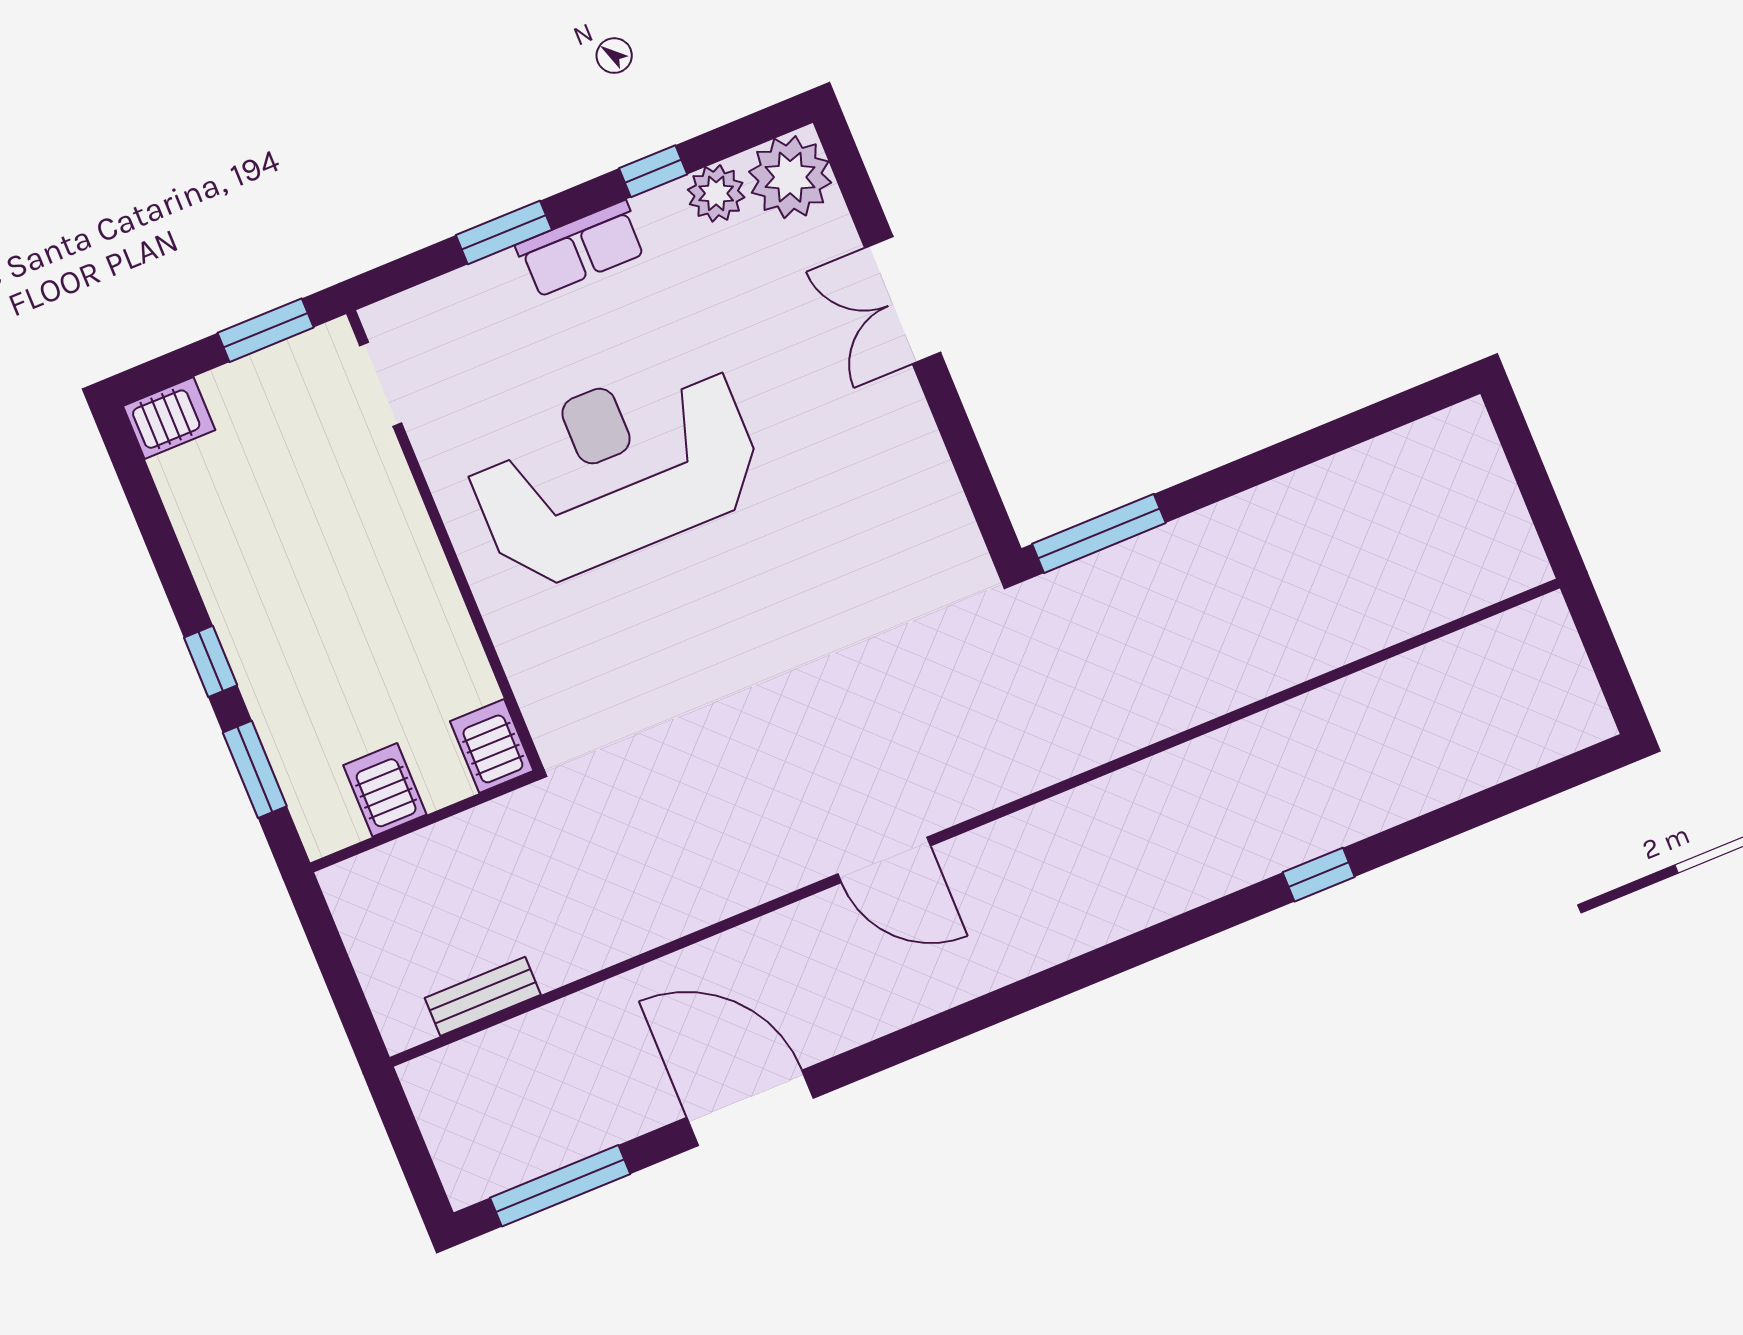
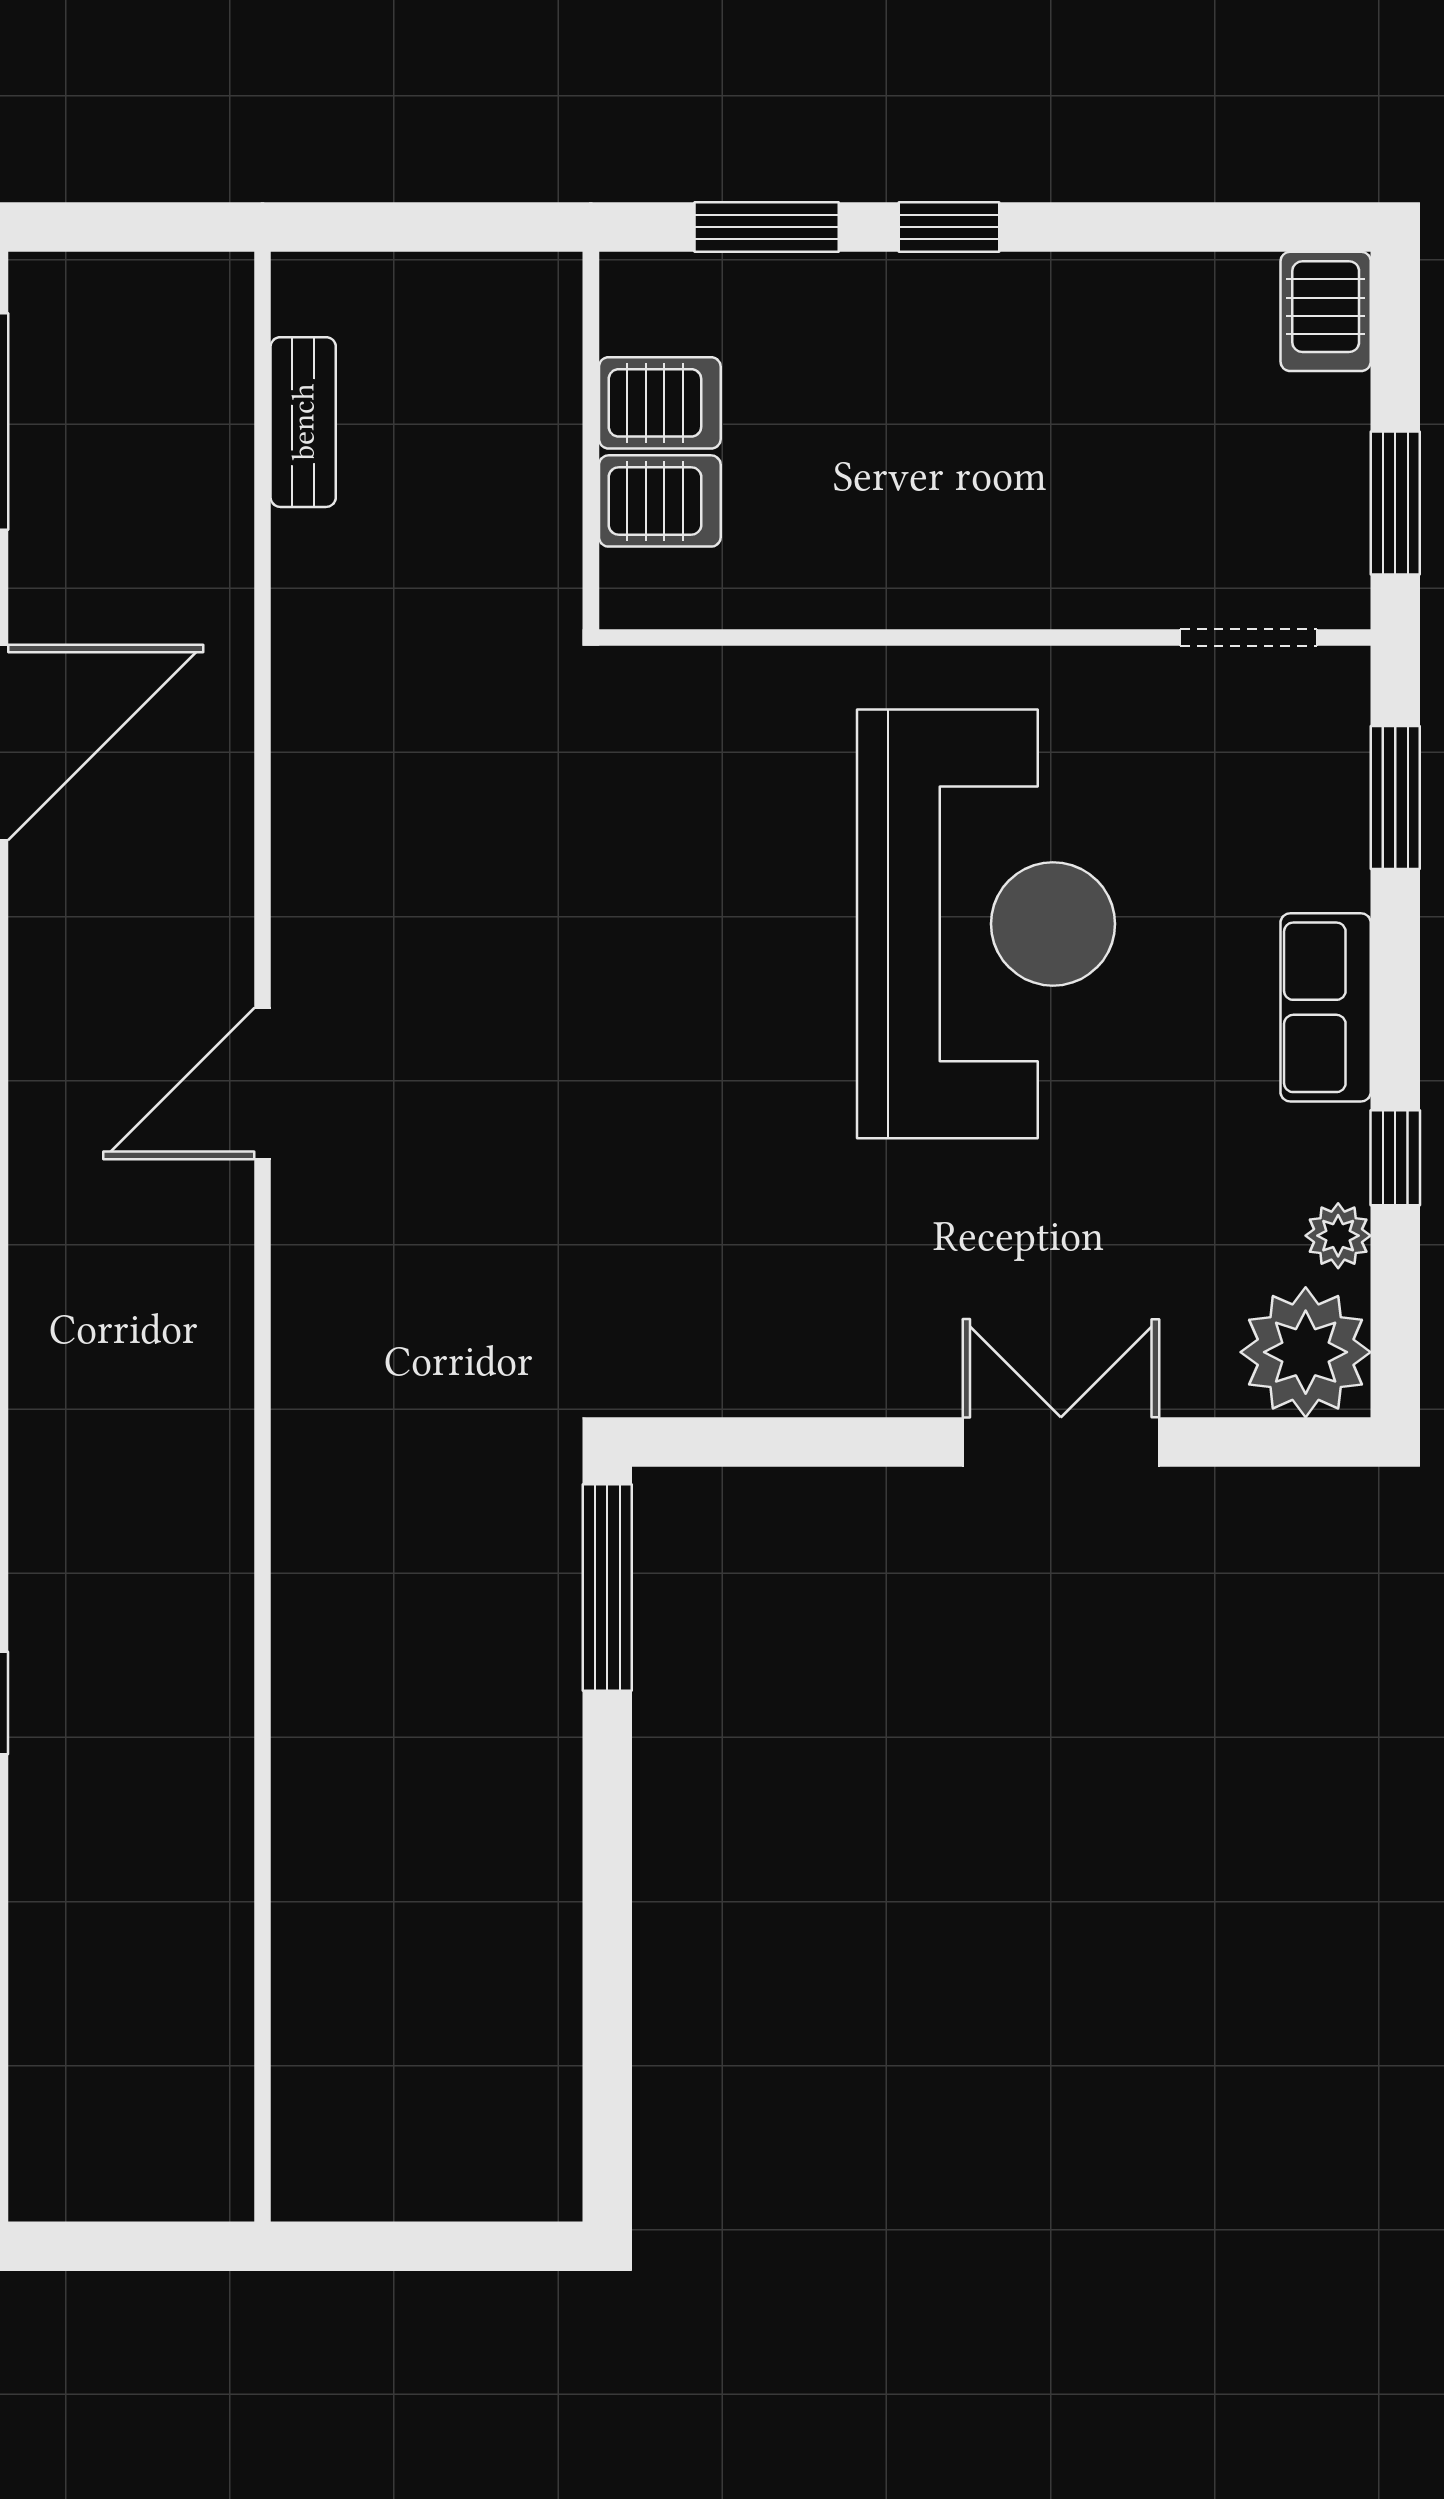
plant: (716, 193) -> (1338, 1236), width x0.73, depth x0.73
window: (504, 232) -> (1395, 798), moved
server rack: (492, 746) -> (660, 501), moved

